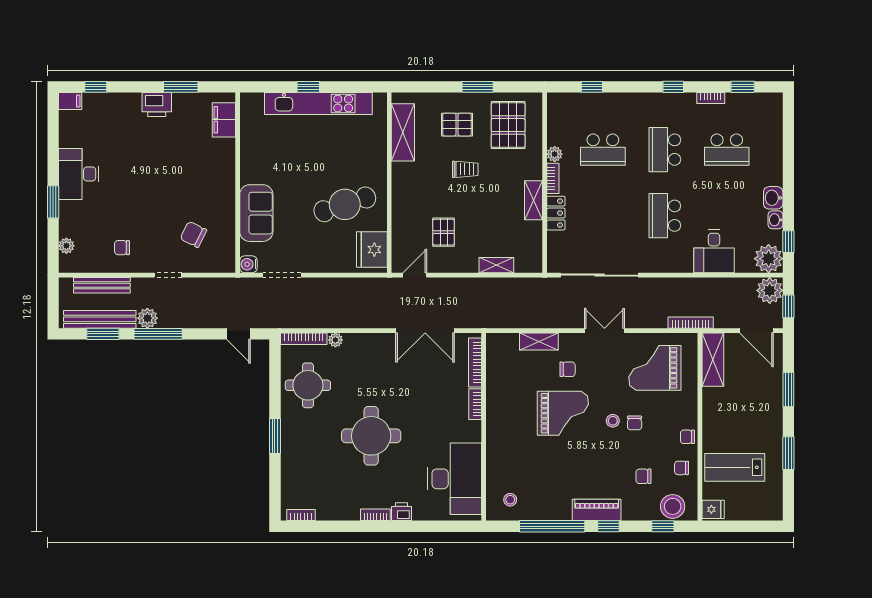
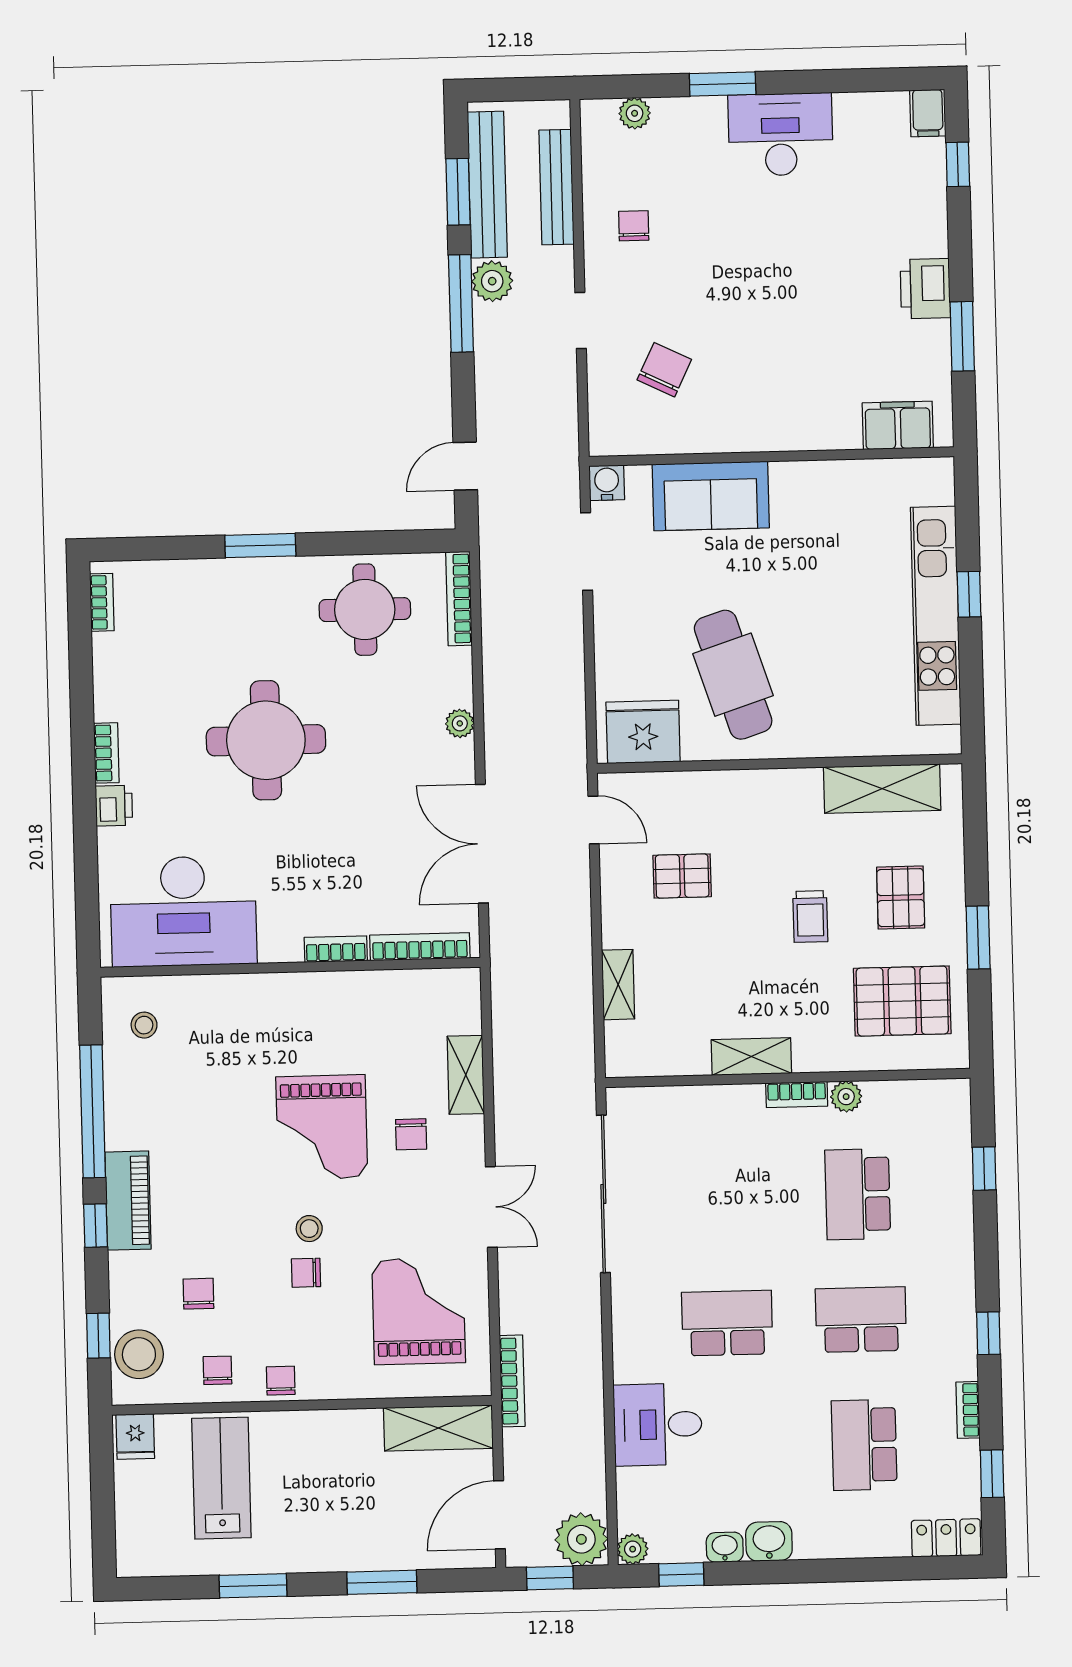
locker: (556, 213) -> (946, 1538), moved, turned 180
plant: (769, 259) -> (633, 1549), width x0.53, depth x0.53
plant: (335, 340) -> (460, 723), moved

